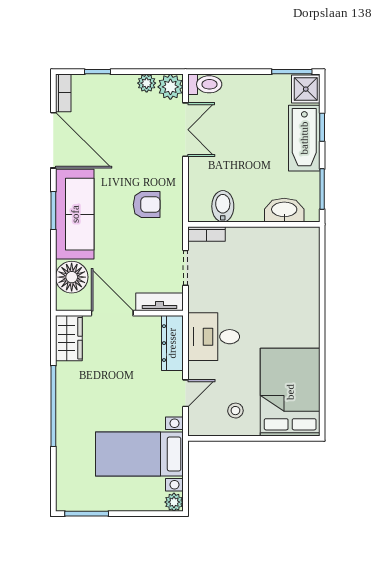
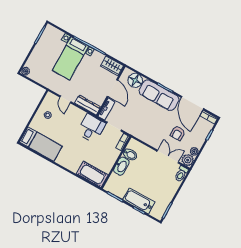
shower: (306, 89) -> (157, 212), removed
double door: (186, 130) -> (168, 157), swing flipped
door: (53, 140) -> (192, 103), hinge flipped
armchair: (147, 205) -> (178, 133), moved
washbasin: (284, 210) -> (121, 166), moved
cot: (303, 258) -> (92, 174), added
door: (112, 313) -> (112, 88), hinge flipped
desk: (214, 337) -> (91, 128), moved
bed: (290, 392) -> (41, 144), width x0.67
bed with nightstands: (139, 454) -> (70, 58), moved, turned 180

